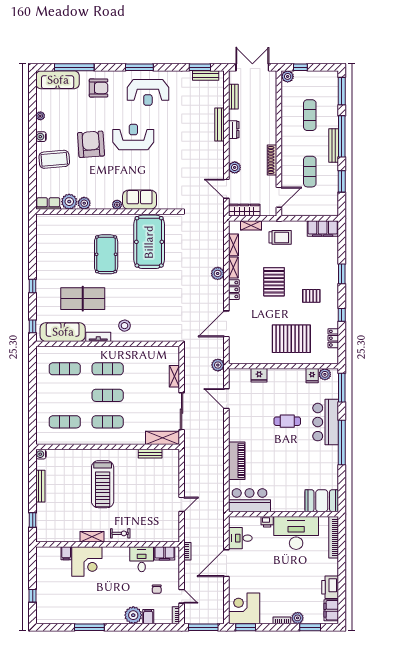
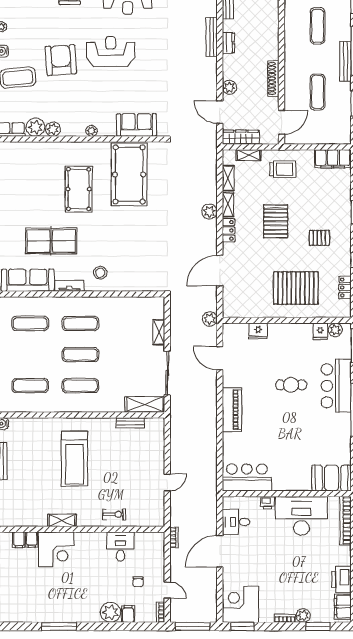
sofa: (140, 200) -> (136, 125), moved
piano: (237, 461) -> (232, 410), moved
exercise bike: (120, 533) -> (114, 514), moved
filing cabinet: (164, 553) -> (19, 540), moved, width x0.50

